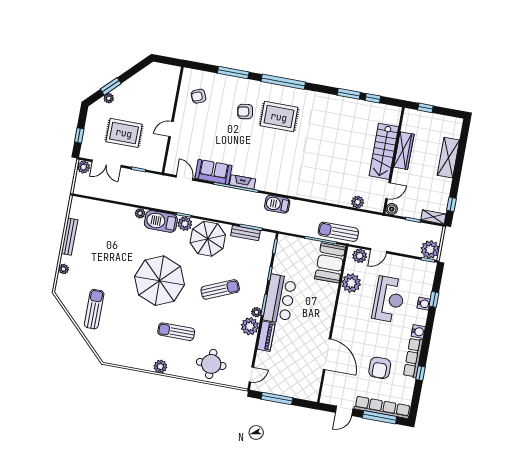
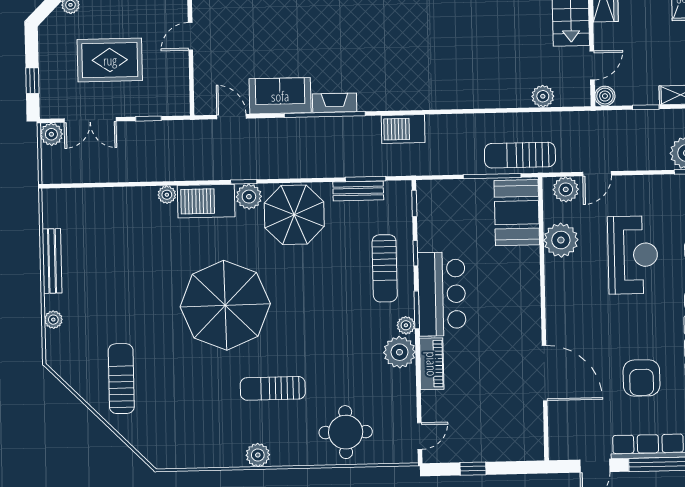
sun lounger: (220, 289) -> (385, 268), moved, turned 113
window: (277, 398) -> (473, 469), width x0.46

